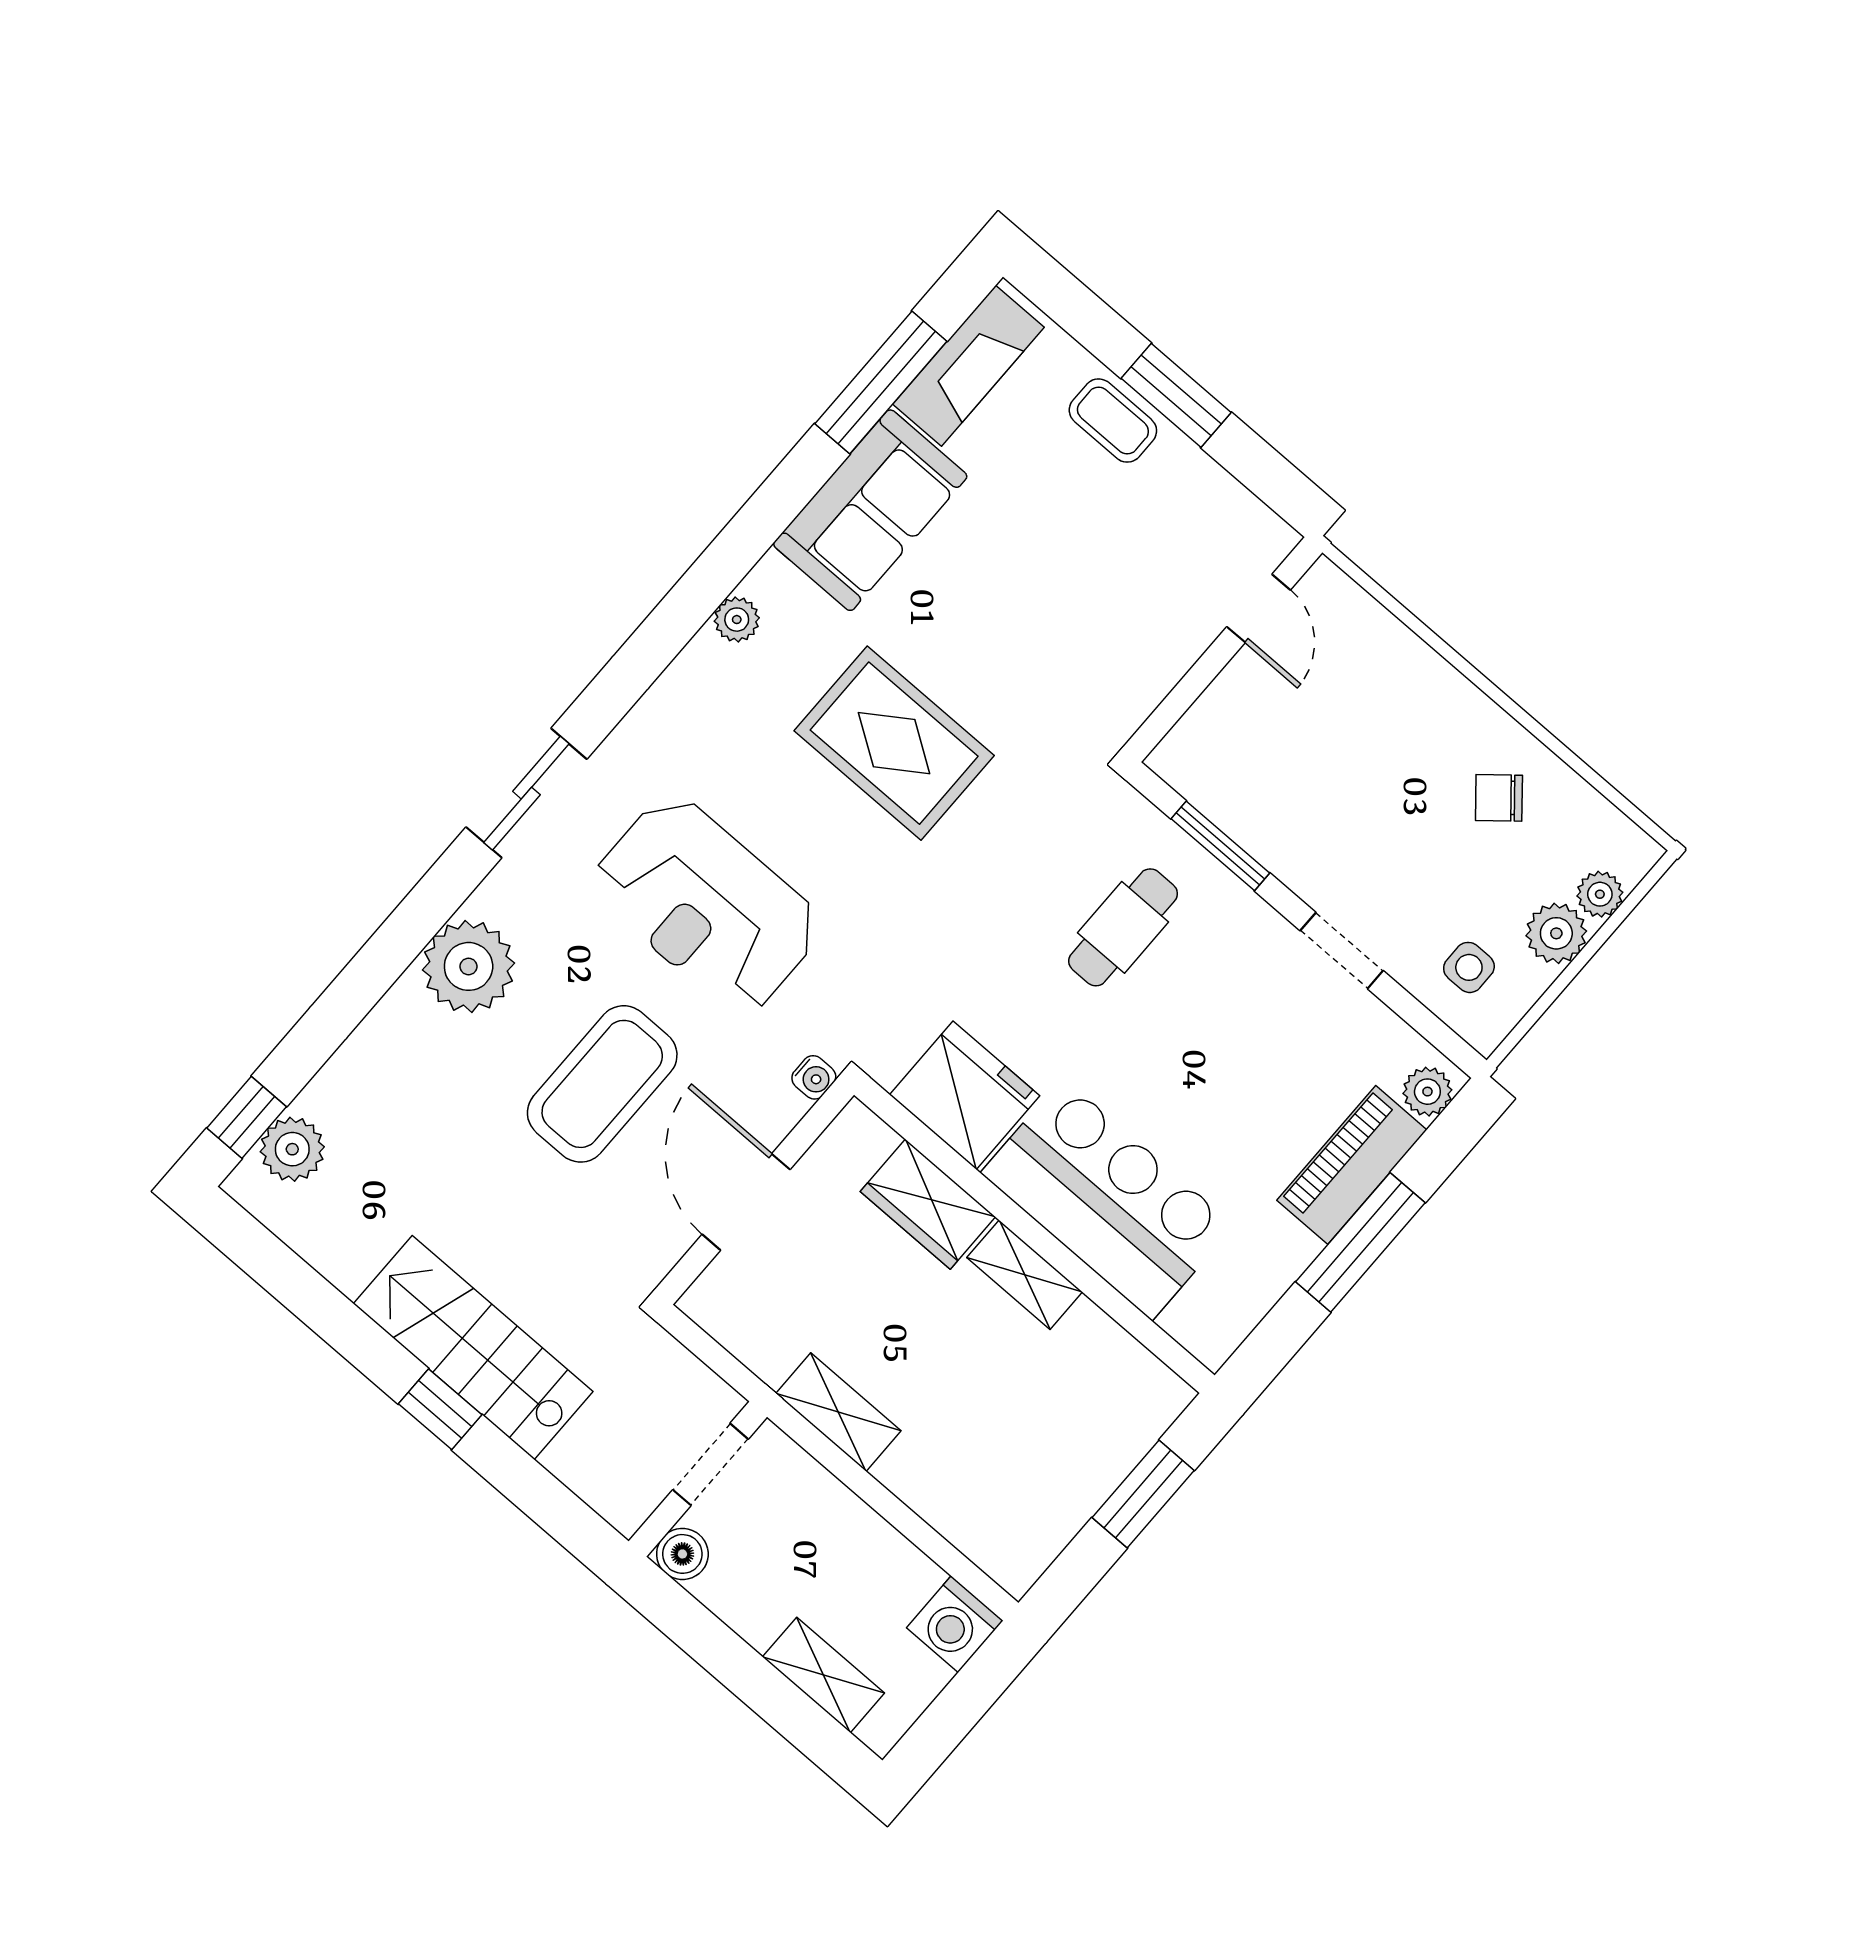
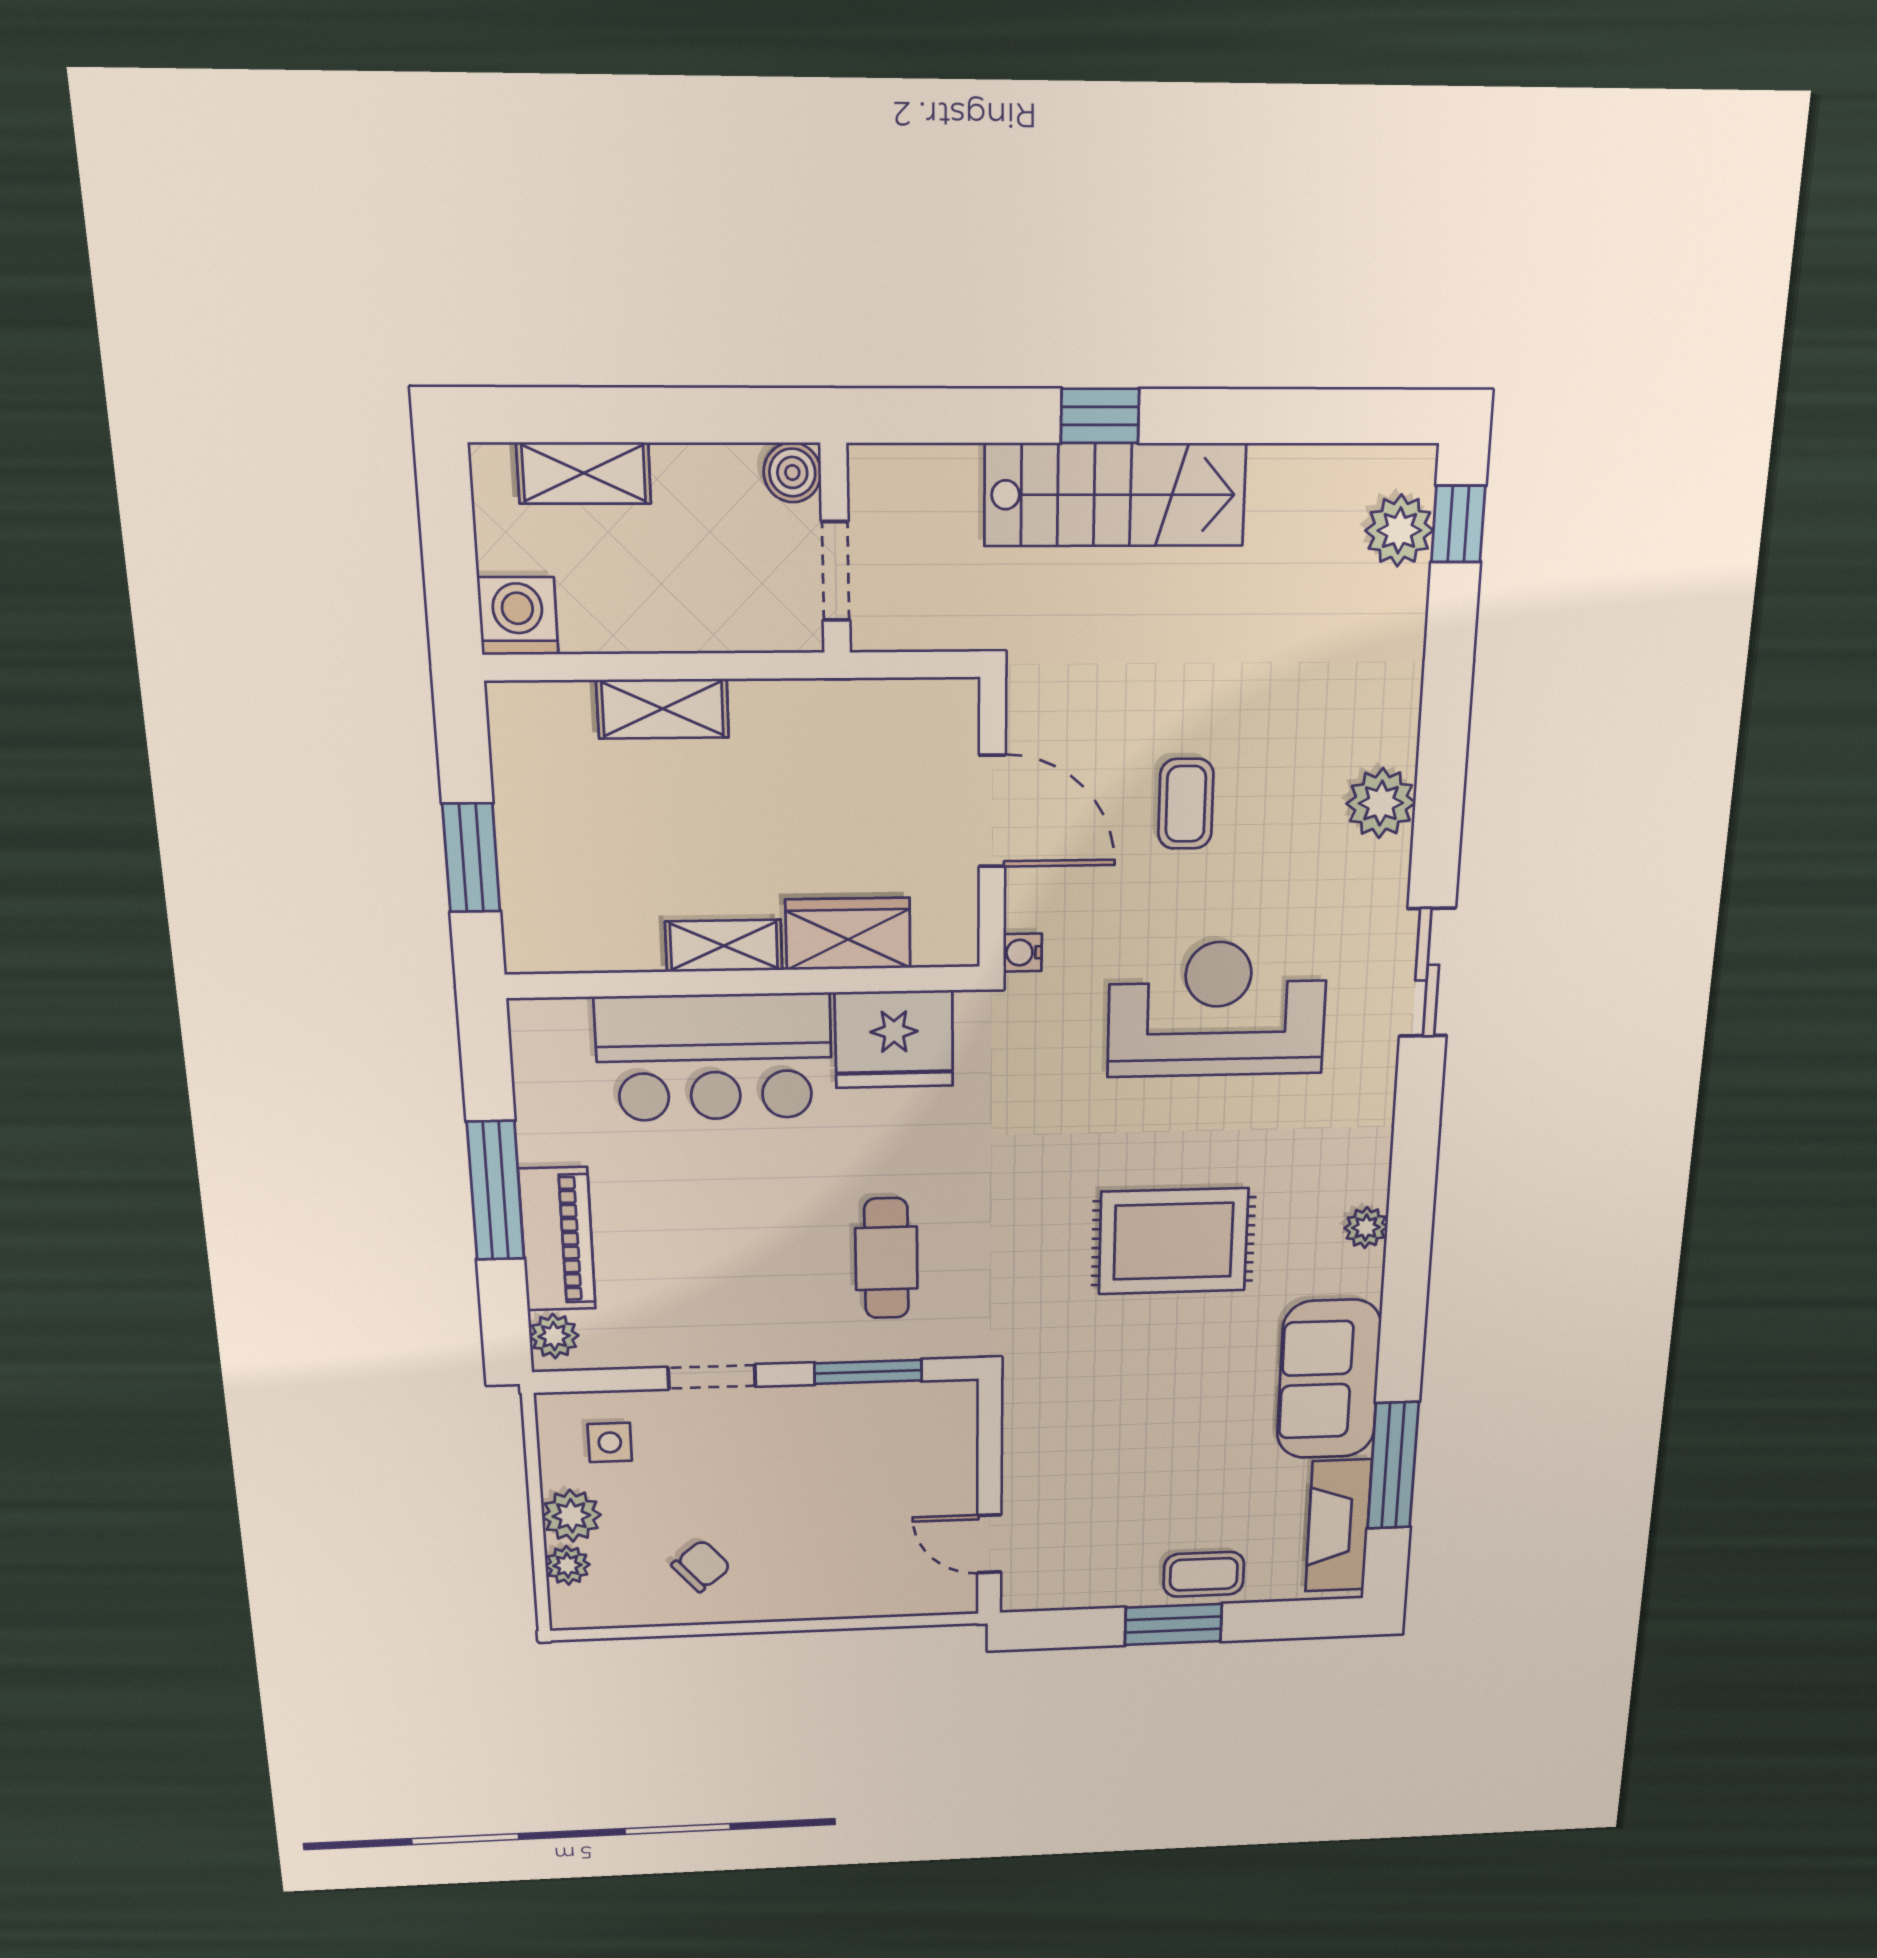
plant: (469, 966) -> (1381, 803), width x0.73, depth x0.73
coffee table: (602, 1084) -> (1186, 804), width x0.54, depth x0.58
shelving: (838, 1412) -> (663, 709), moved

